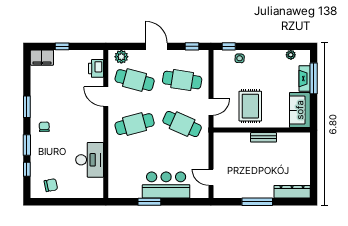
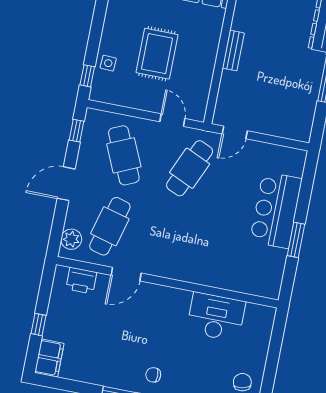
cafe table: (182, 80) -> (124, 155), turned -33
rug: (250, 106) -> (157, 54), moved, turned 90
cafe table: (135, 124) -> (176, 239), removed
door: (211, 177) -> (235, 132), moved

